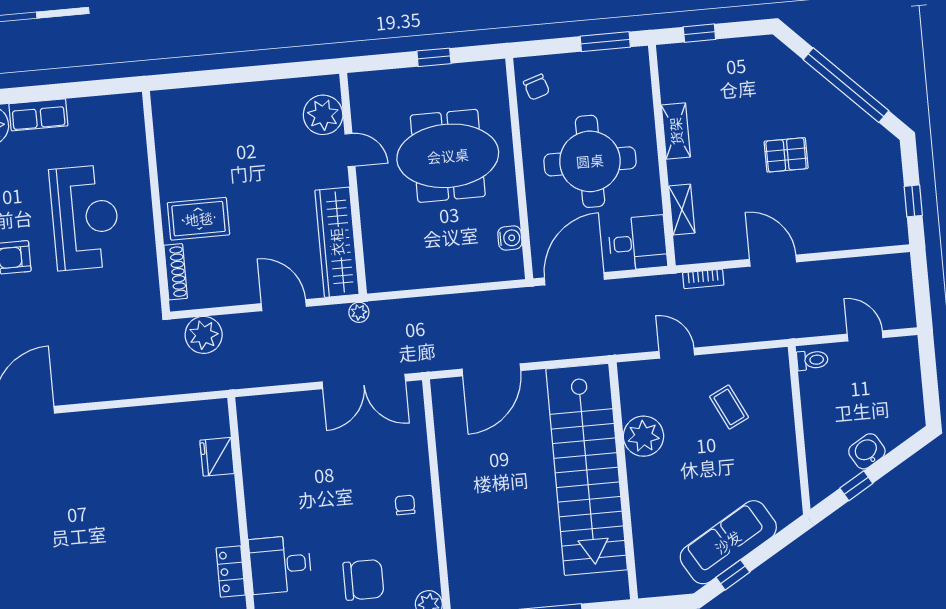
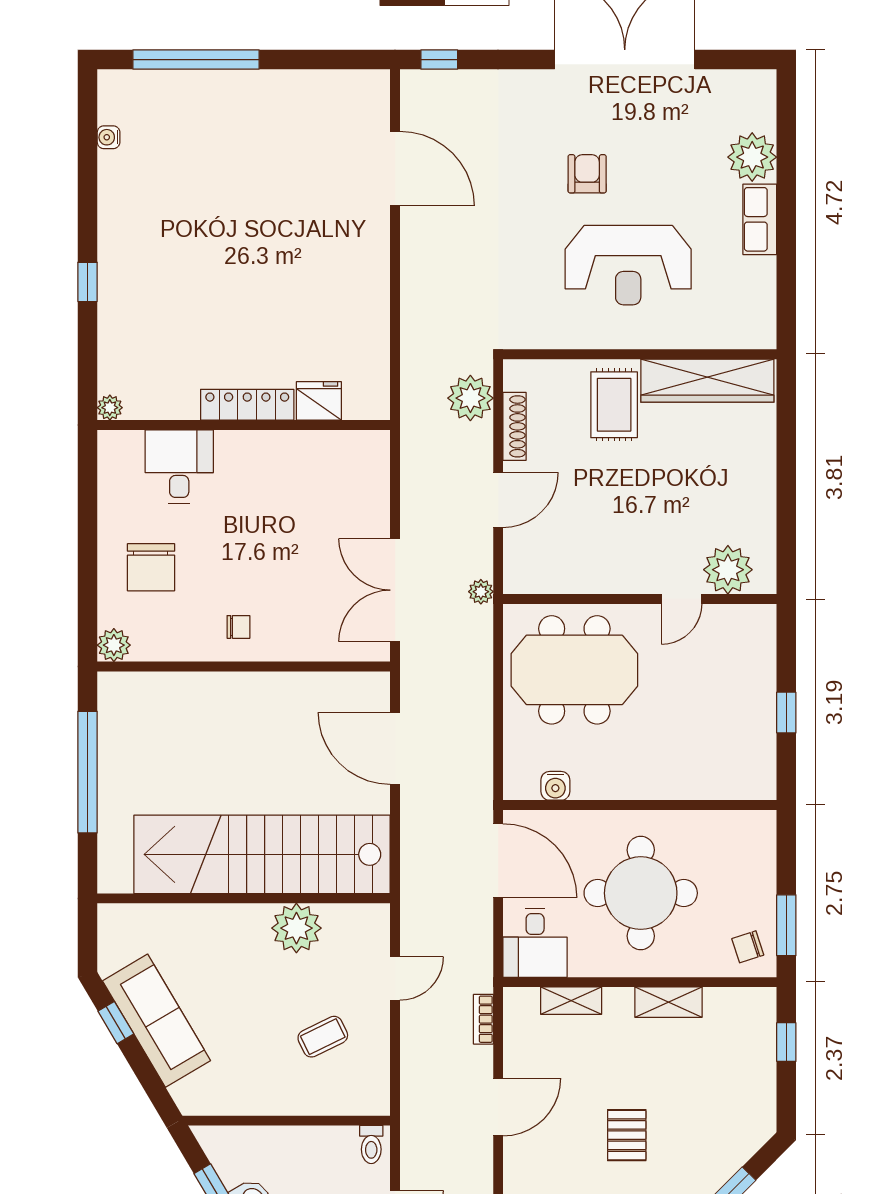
chair: (537, 87) -> (748, 947), moved
meeting table: (448, 156) -> (574, 670), moved, turned 90
wardrobe: (337, 242) -> (707, 381), moved, turned 180
shoe rack: (176, 272) -> (515, 426), moved, turned -90
locker: (231, 571) -> (247, 405), moved, width x1.53

